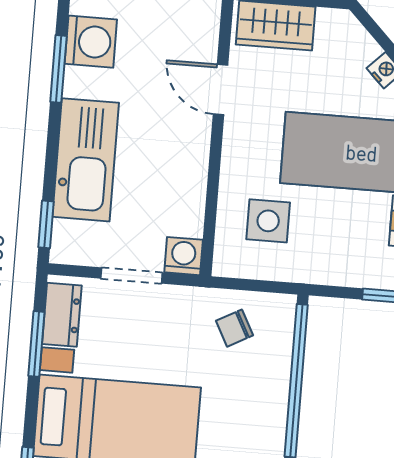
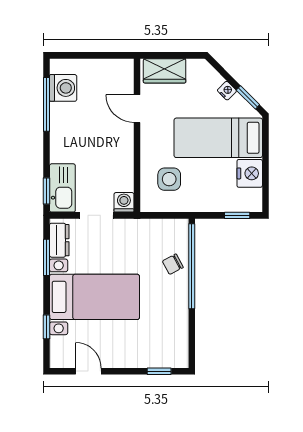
window: (58, 69) -> (46, 104), width x1.44
kitchen sink: (86, 160) -> (62, 188), moved, width x0.73, depth x0.81
chair: (234, 328) -> (173, 264), moved

